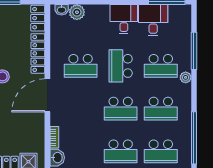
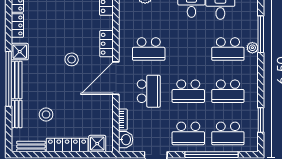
locker: (38, 53) -> (107, 44), width x0.66
school desk: (121, 66) -> (149, 91), moved, turned 180
plant: (186, 77) -> (252, 48), moved
window: (194, 138) -> (261, 120), width x0.47

